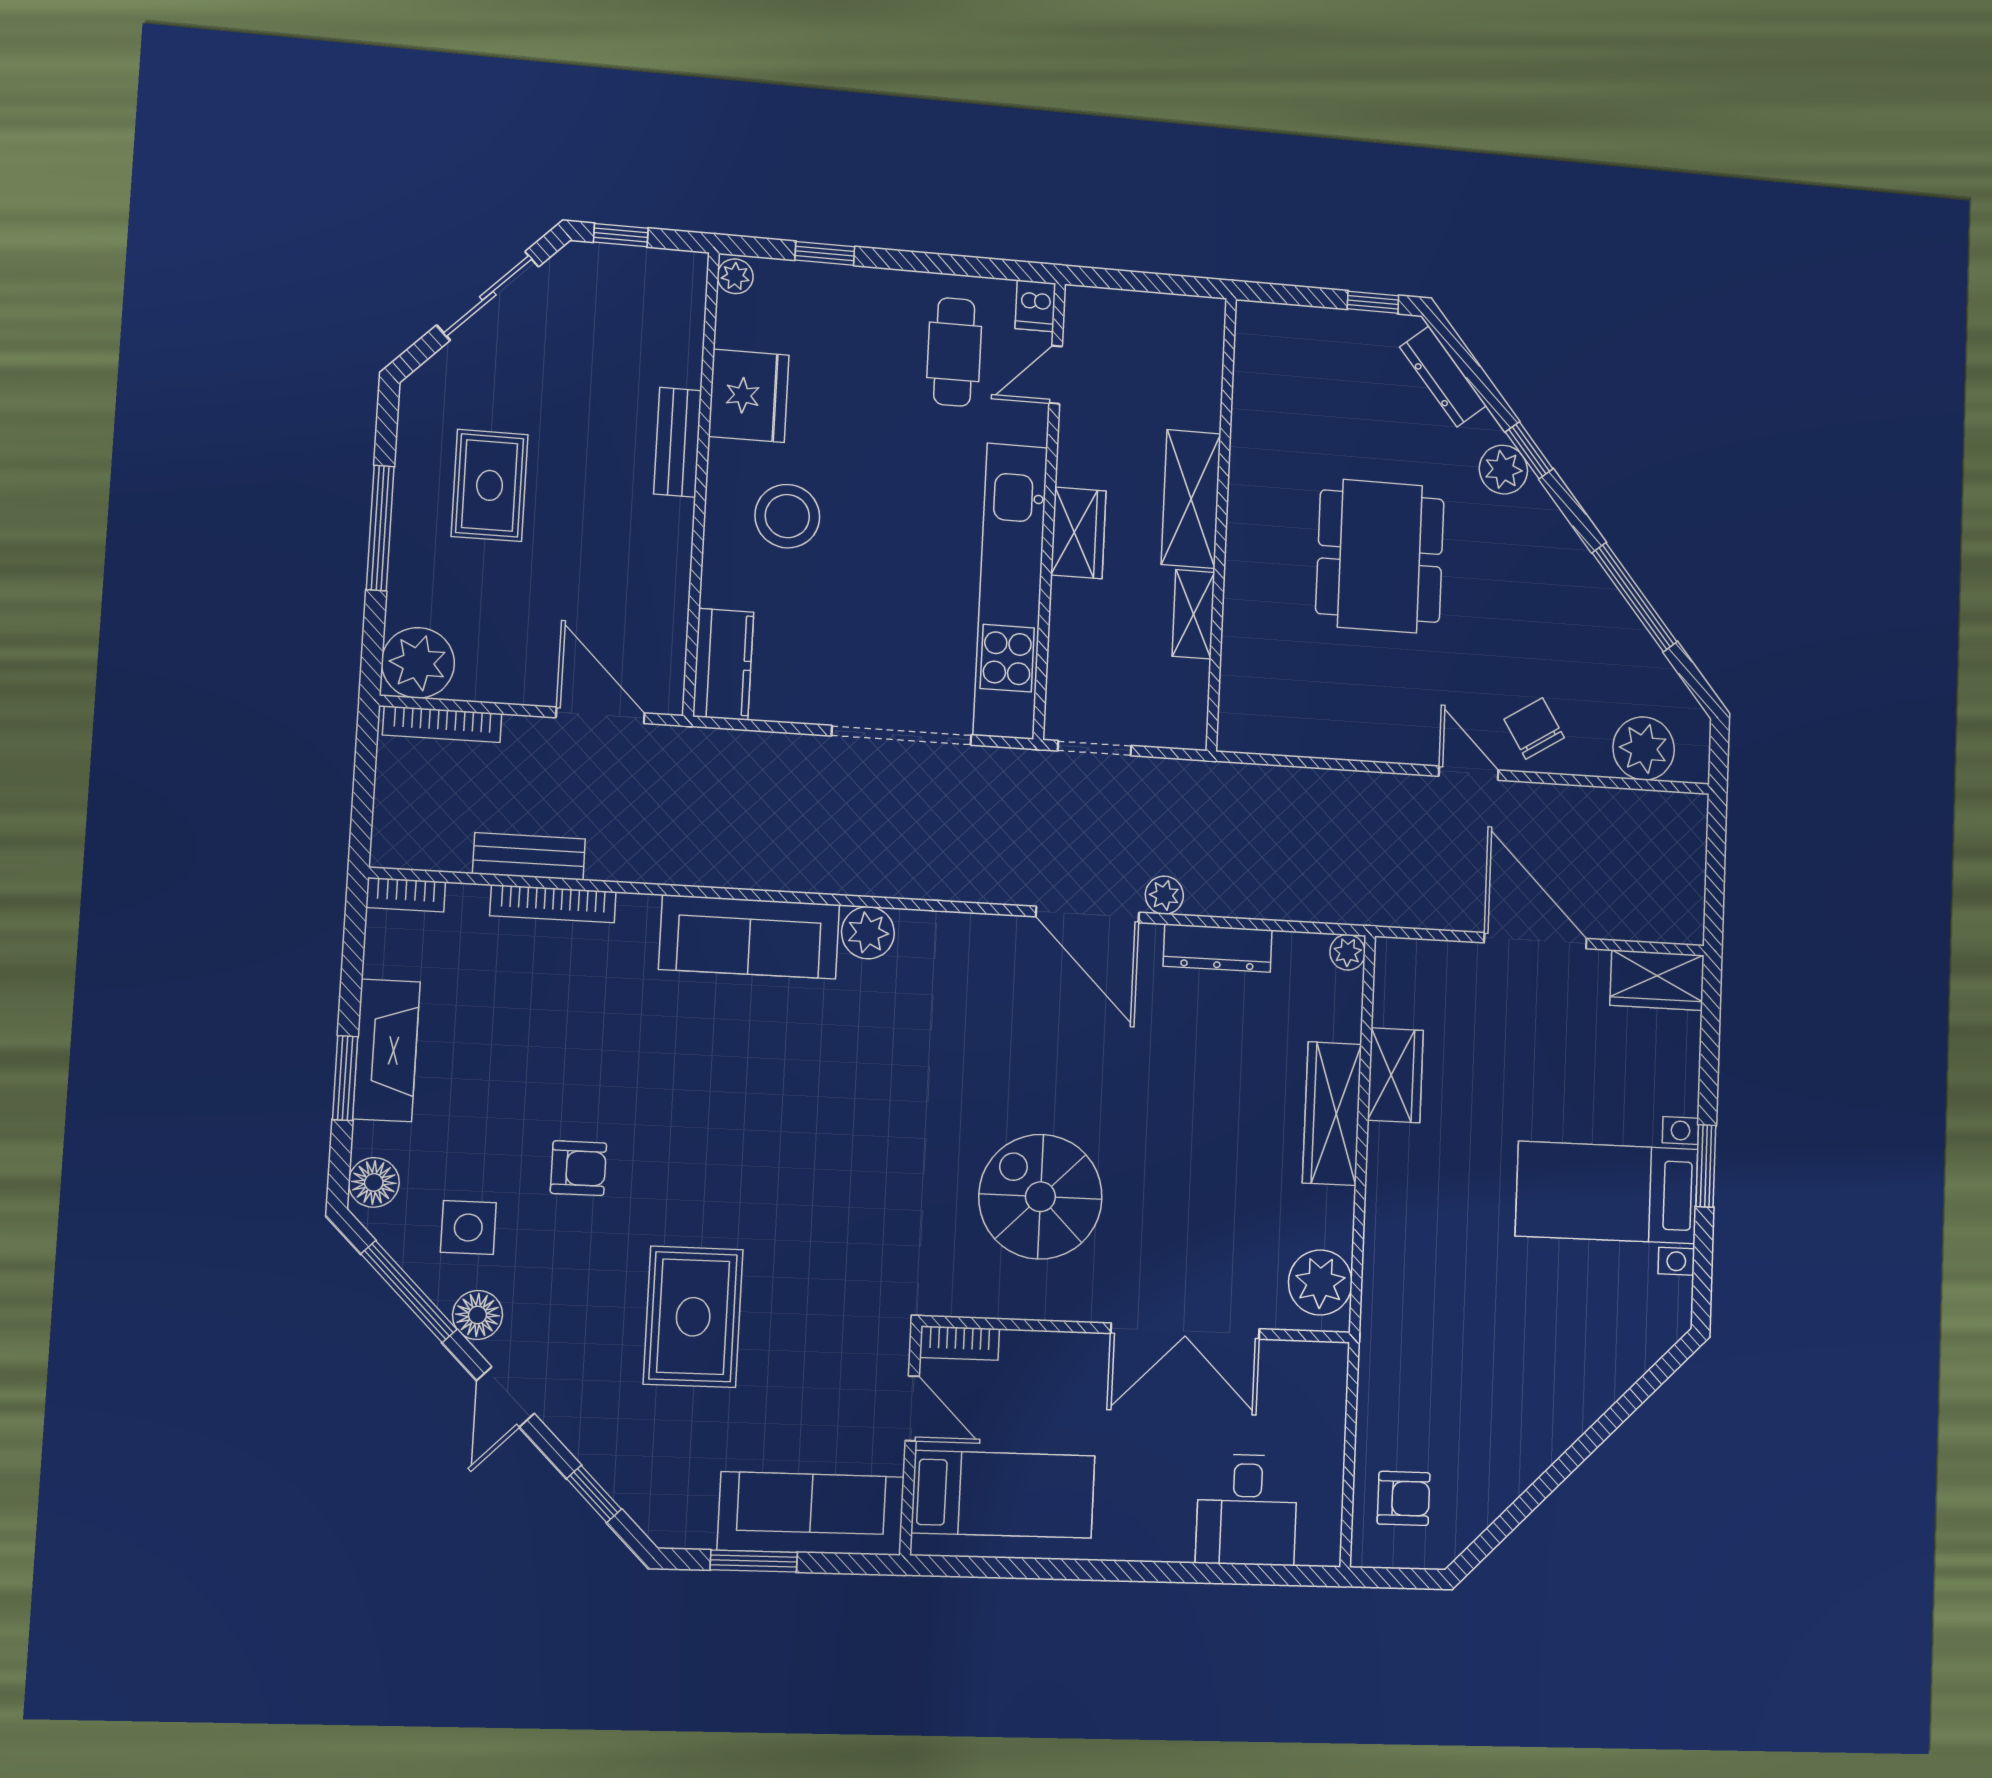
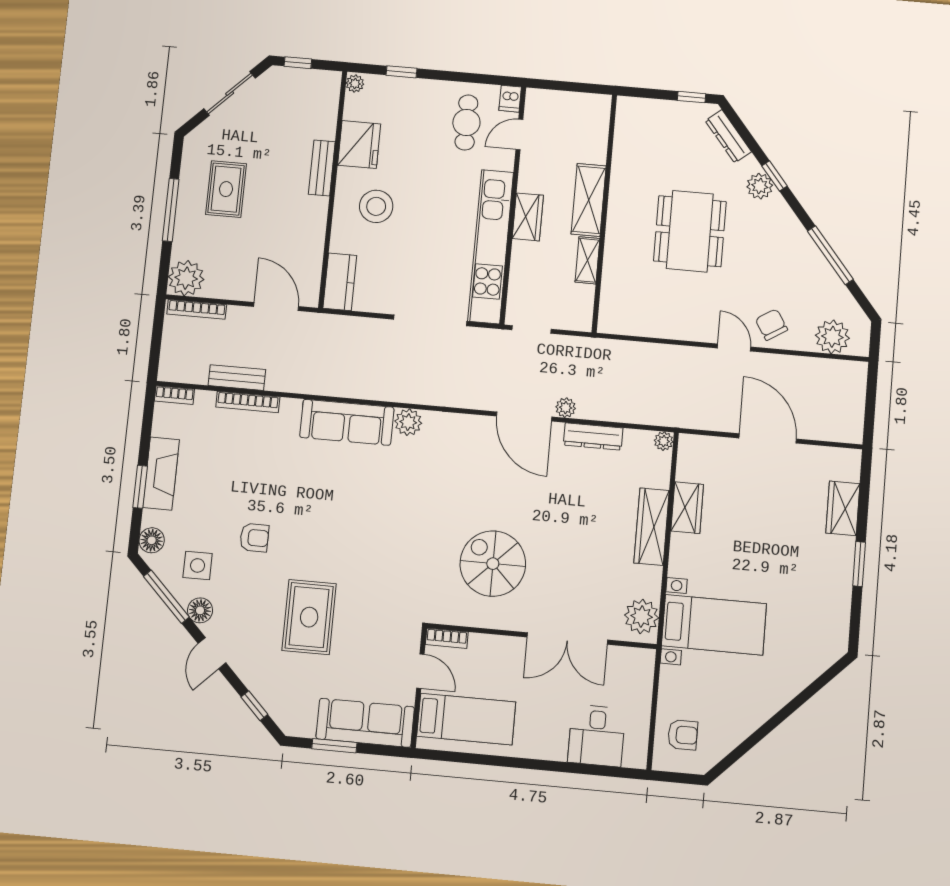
wardrobe: (1657, 980) -> (843, 508), moved, turned 90
bed with nightstands: (1607, 1192) -> (714, 625), moved, turned 180

